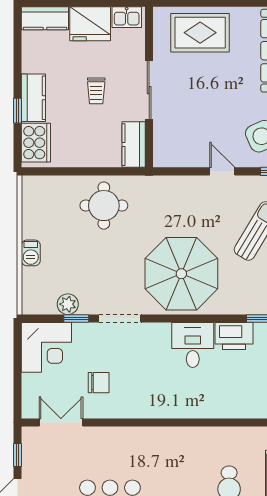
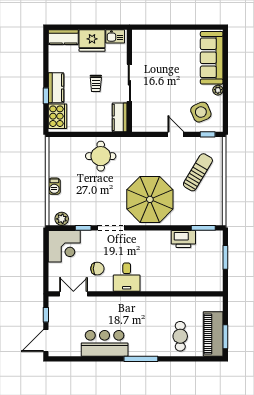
rug: (200, 33) -> (162, 46), removed
plant: (68, 304) -> (62, 219), moved
desk: (193, 345) -> (127, 277), moved, turned 180

